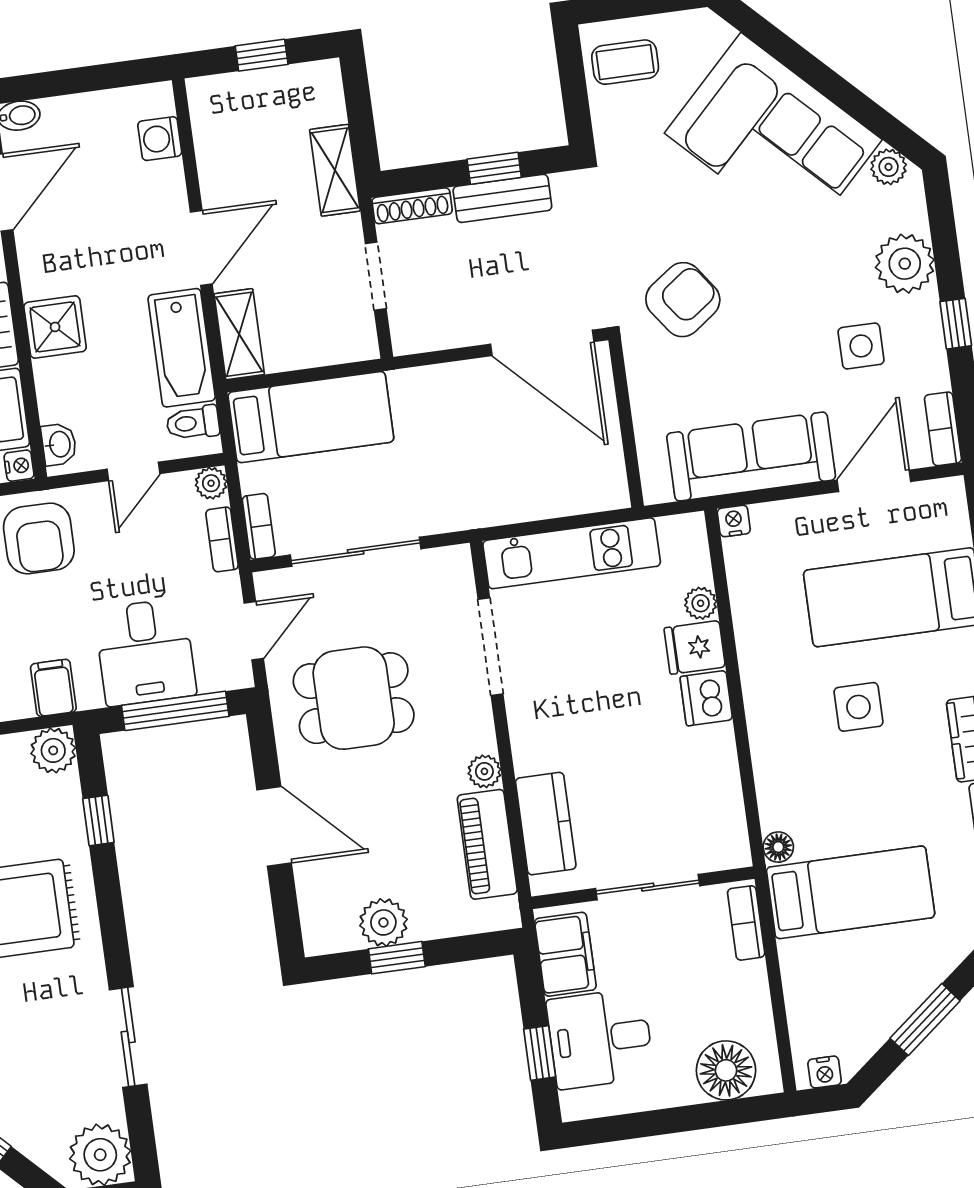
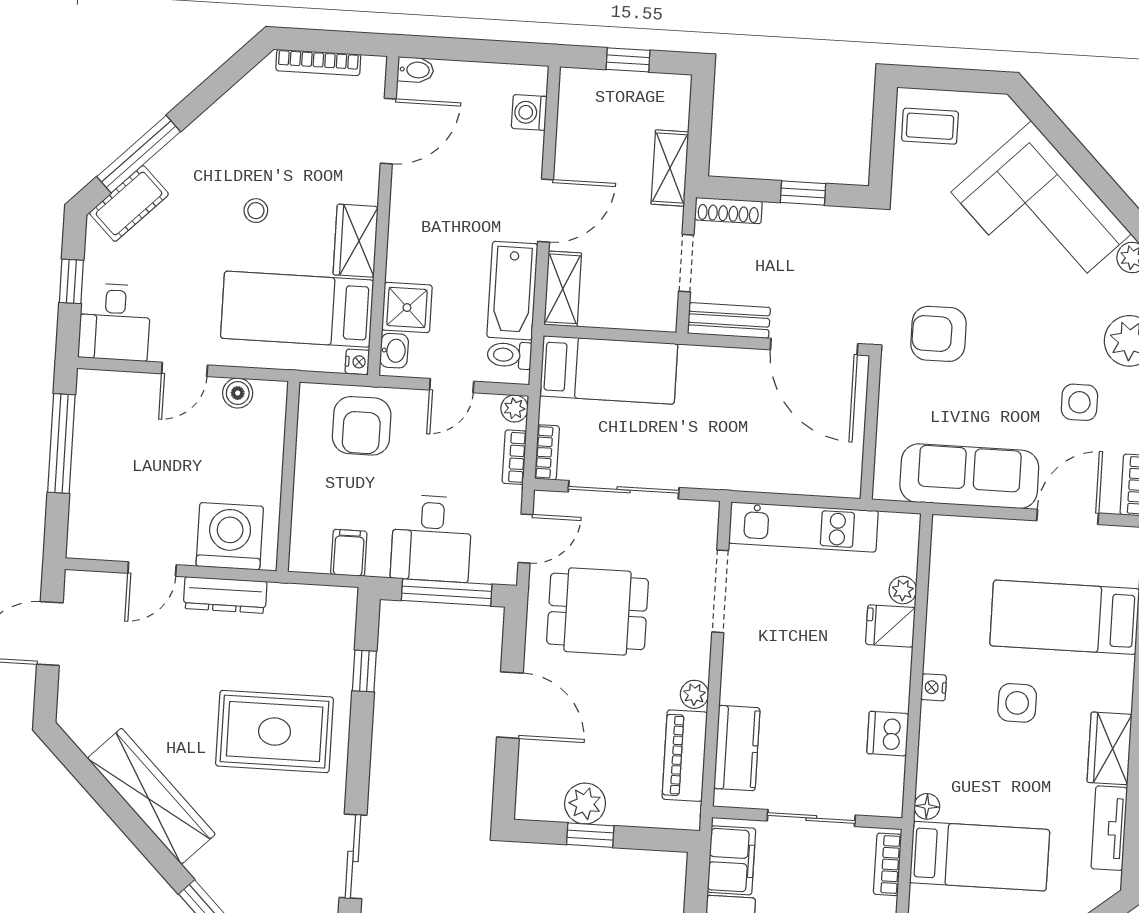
bench: (502, 198) -> (729, 320), moved
armchair: (683, 300) -> (938, 334), turned -144
shower: (55, 327) -> (407, 308), moved
nightstand: (734, 521) -> (934, 687), moved, turned -90
dishwasher: (706, 698) -> (888, 734), moved
plant: (53, 750) -> (338, 605), removed

